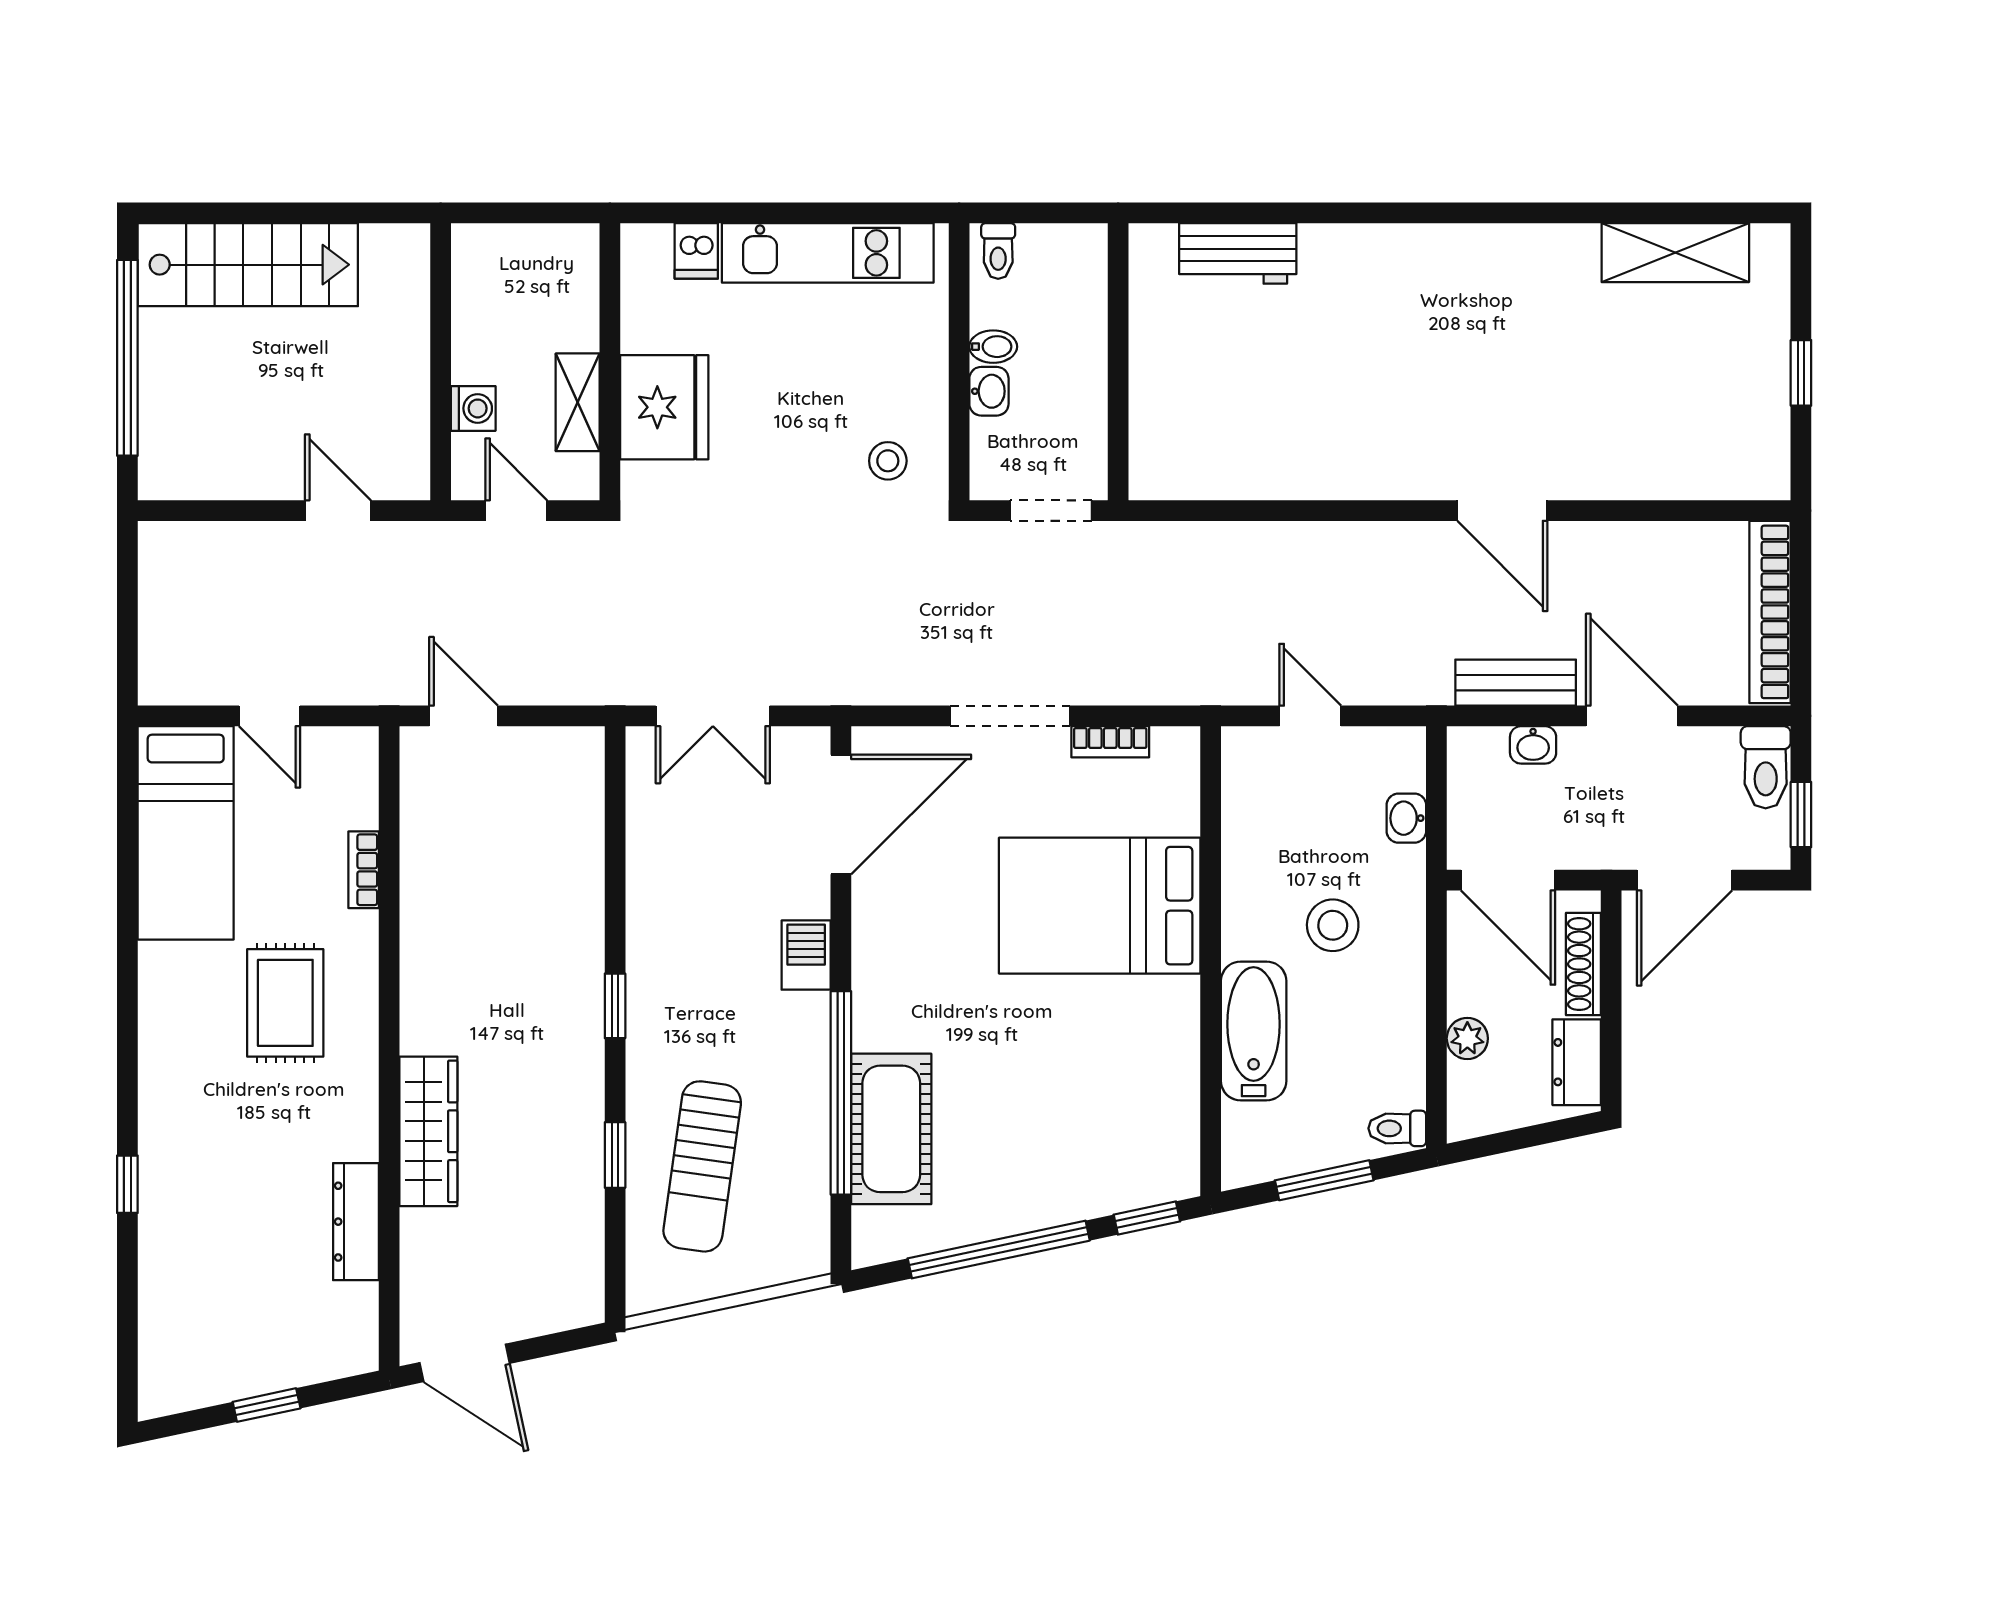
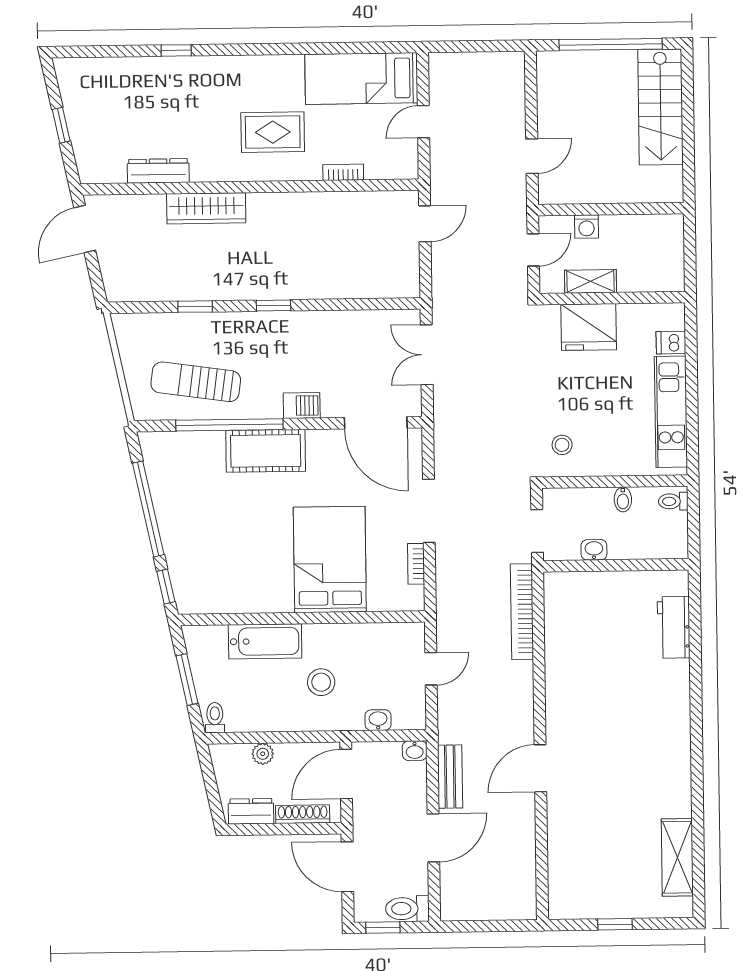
washbasin: (989, 391) -> (594, 550), moved, turned 180
bookcase: (1770, 612) -> (522, 612), moved, turned -90
washbasin: (1533, 745) -> (415, 751), moved, turned -90
cot: (891, 1129) -> (266, 451), moved
sun lounger: (702, 1166) -> (196, 382), moved

